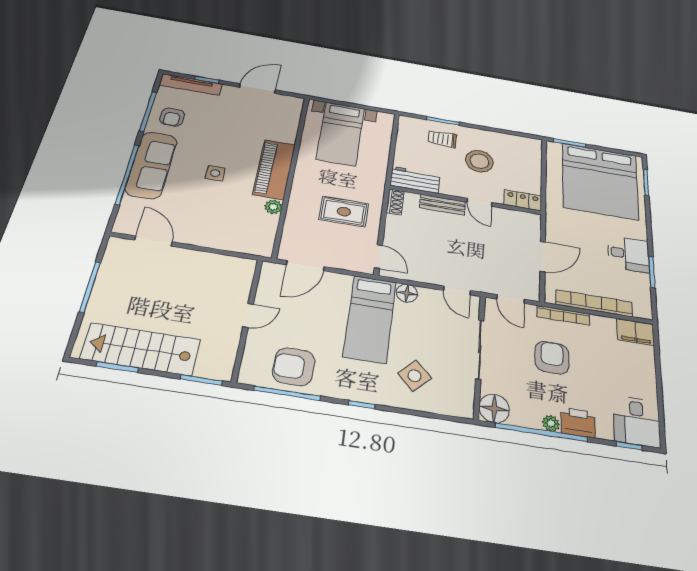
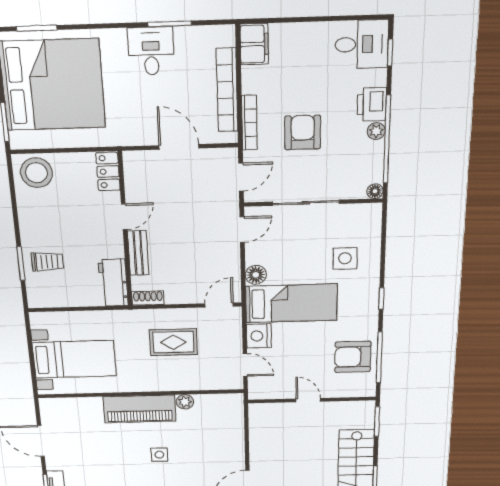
trolley: (442, 139) -> (47, 262), turned -90
stool: (479, 161) -> (36, 173), moved
rug: (344, 212) -> (173, 342), turned 90
door: (305, 266) -> (245, 365), width x0.73
nightstand: (337, 284) -> (259, 336), added
armchair: (552, 358) -> (303, 132), turned 90
armchair: (294, 367) -> (353, 357), turned 90
side table: (415, 376) -> (345, 258), turned 45
floor lamp: (494, 408) -> (375, 191), width x0.53, depth x0.53

